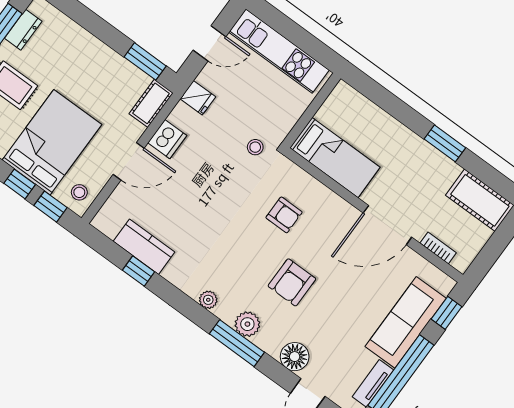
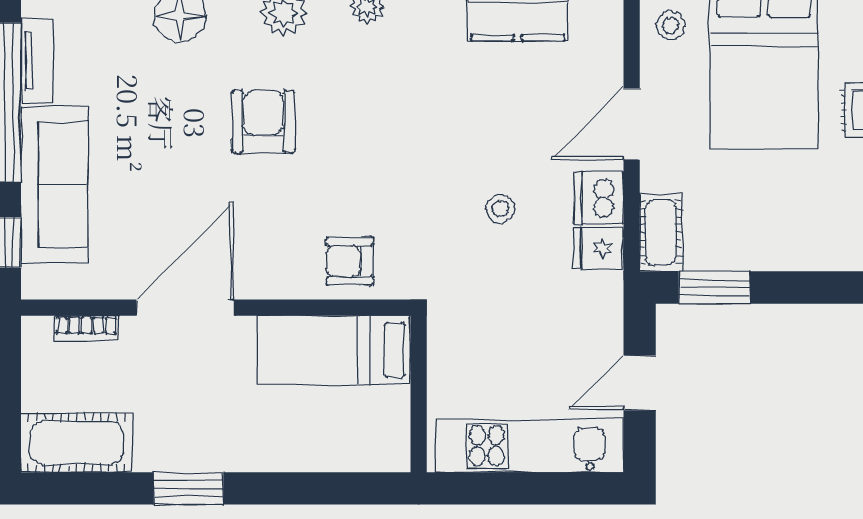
fridge: (198, 98) -> (599, 248), moved
stool: (255, 147) -> (500, 209), moved
armchair: (284, 215) -> (350, 261), moved

